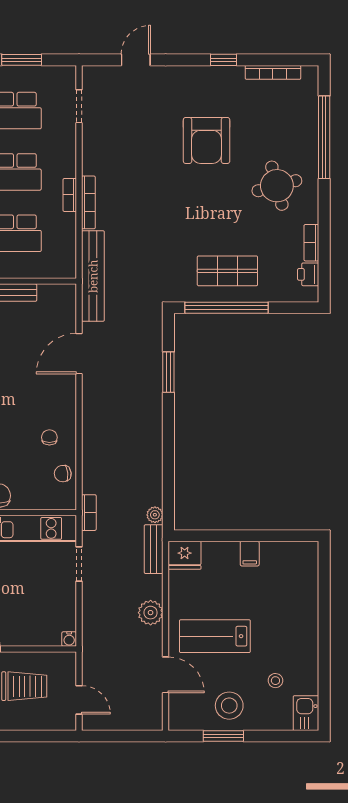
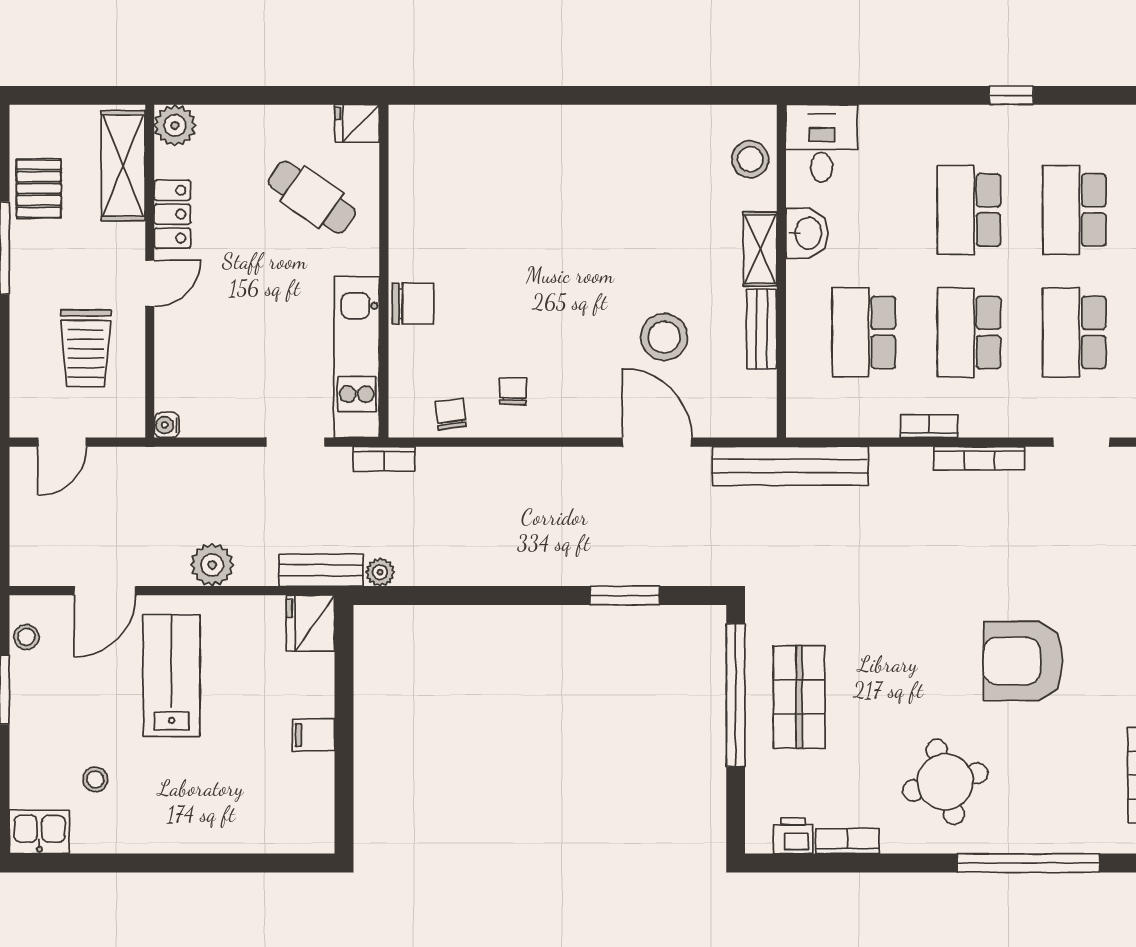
bookcase: (88, 202) -> (979, 458), moved
stool: (18, 349) -> (664, 337), added
chair: (49, 437) -> (513, 391), turned -89
stool: (229, 706) -> (26, 637), moved, width x0.53, depth x0.53

